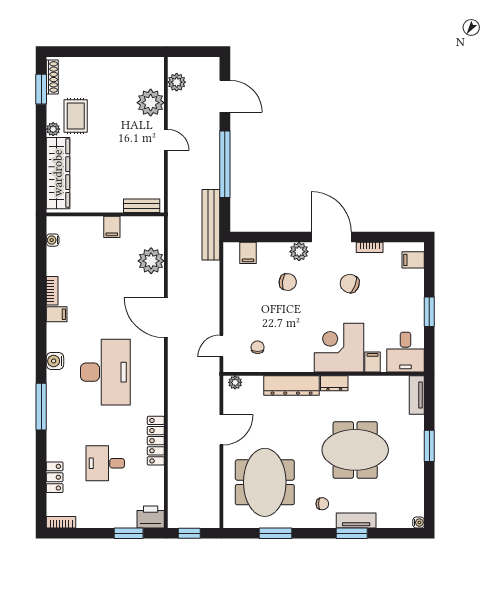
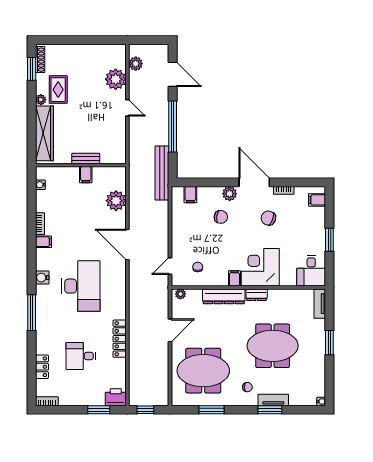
bench: (142, 206) -> (86, 158), moved
filing cabinet: (373, 362) -> (234, 278), moved
meeting table: (265, 482) -> (203, 371), turned 90

